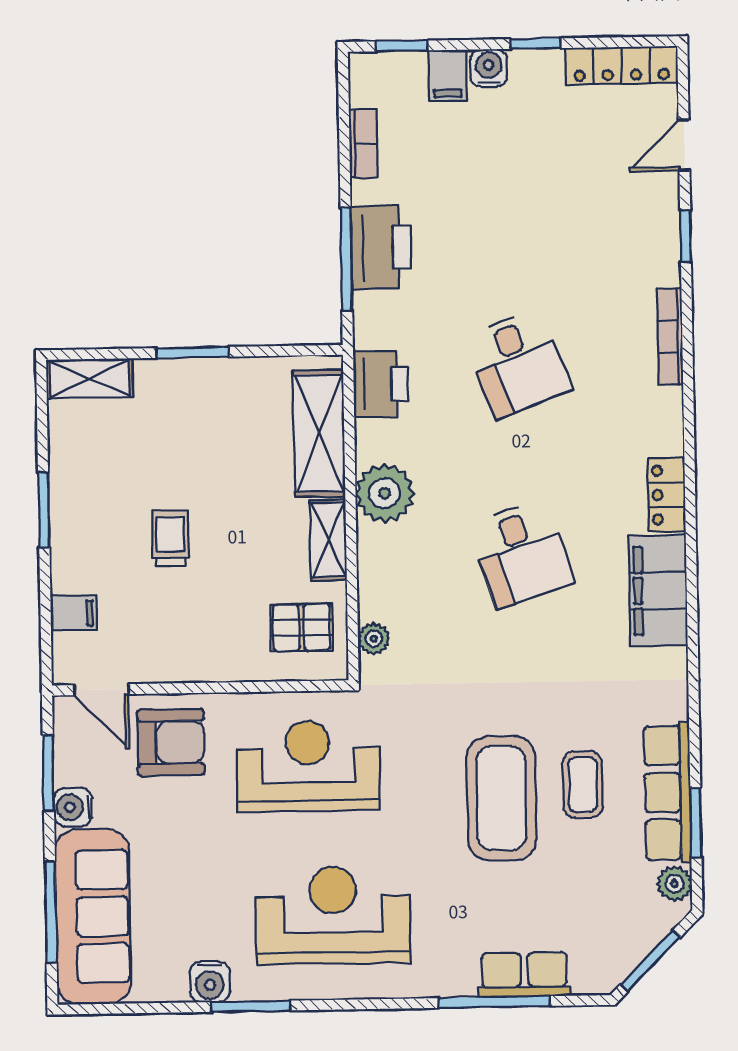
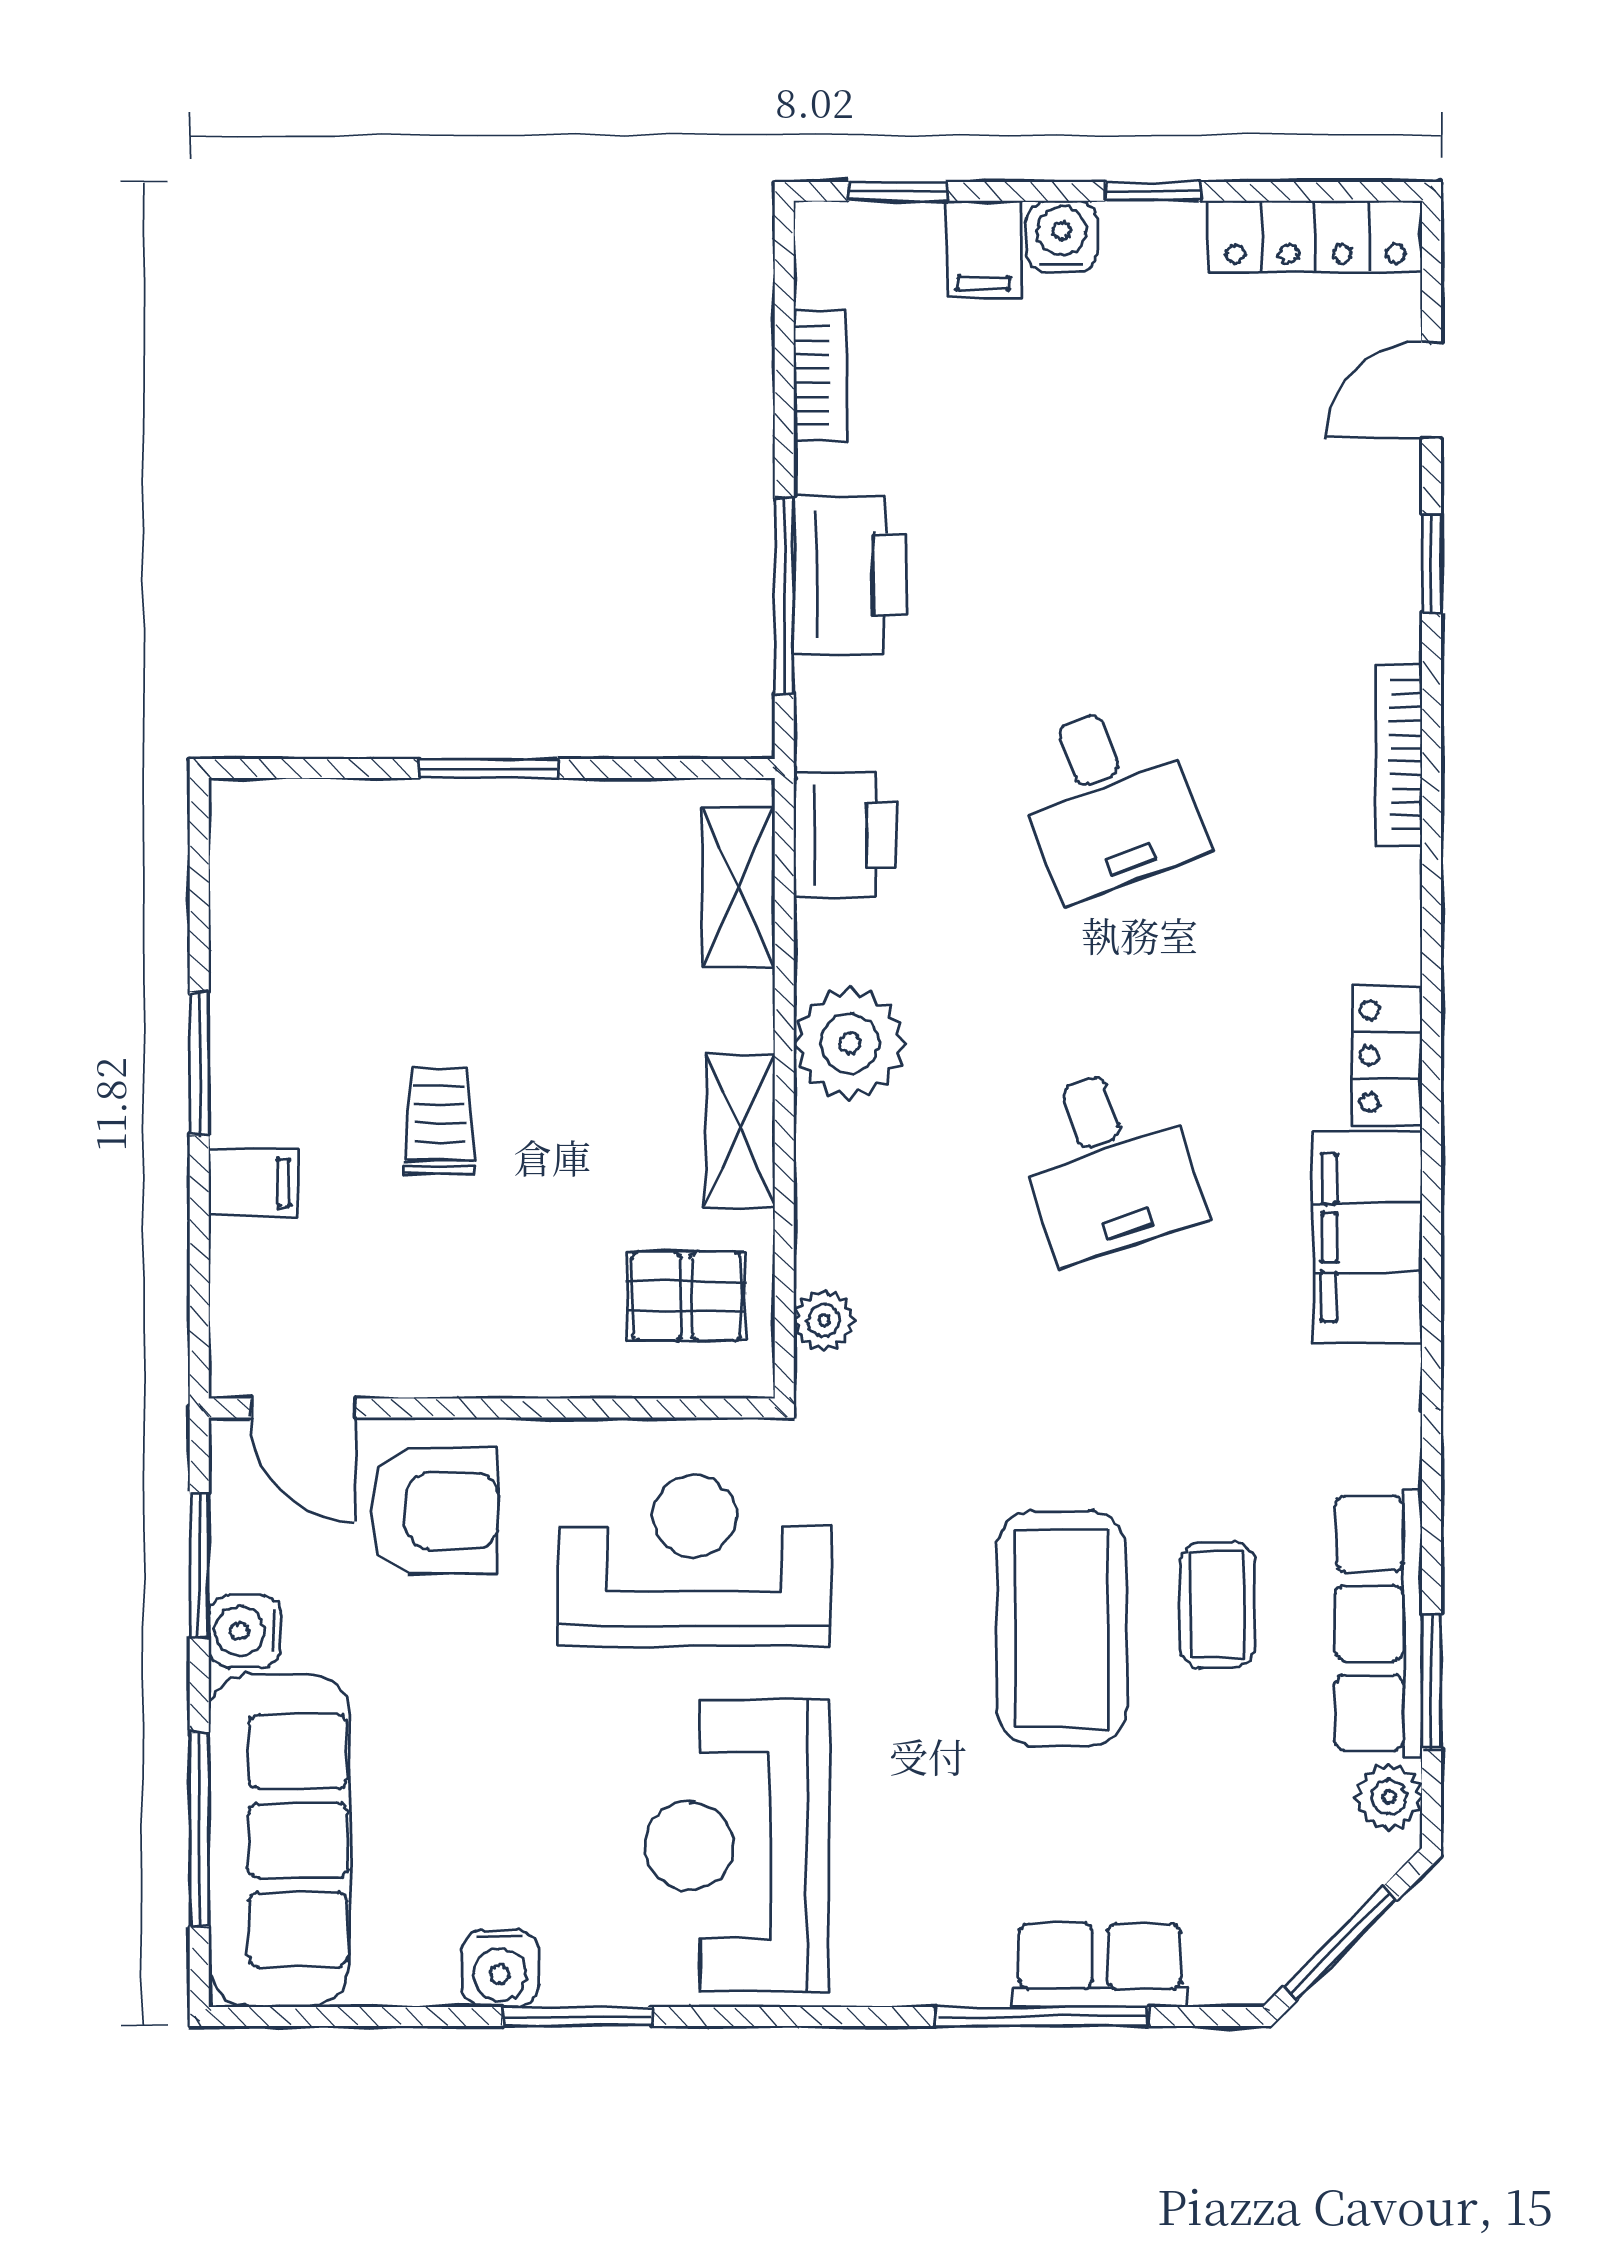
shelving: (90, 379) -> (291, 815), removed
shelving: (319, 434) -> (739, 887), width x0.67, depth x0.75
filing cabinet: (74, 613) -> (253, 1182), moved
reception desk: (333, 915) -> (737, 1846), turned -90

